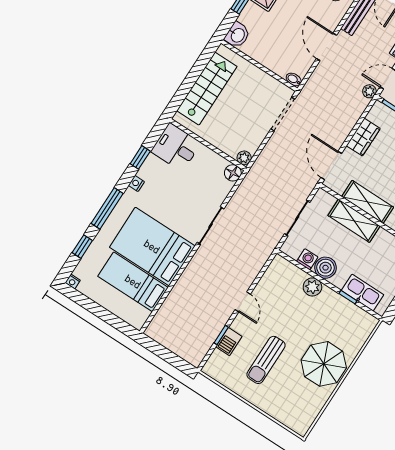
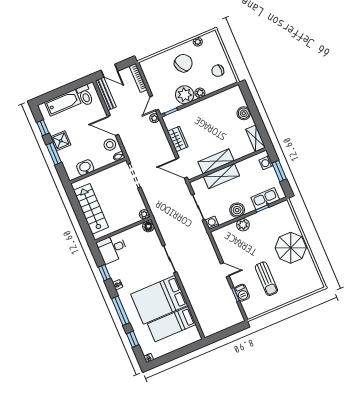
washbasin: (237, 35) -> (85, 168), moved, turned -90
stool: (301, 59) -> (110, 145), added
washing machine: (307, 259) -> (212, 223), moved

